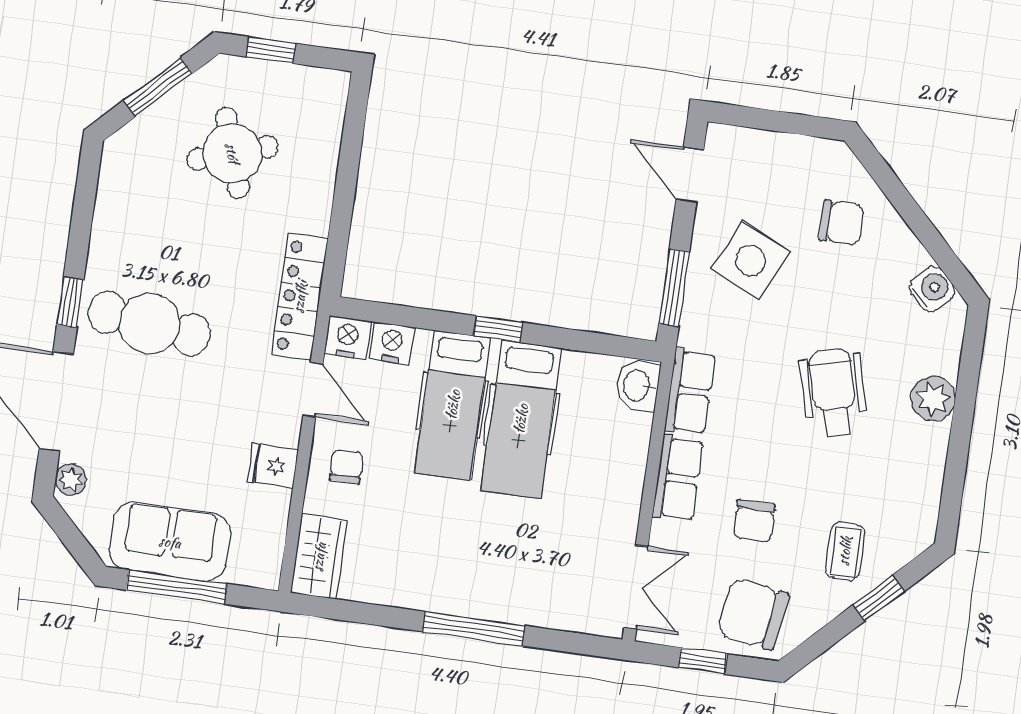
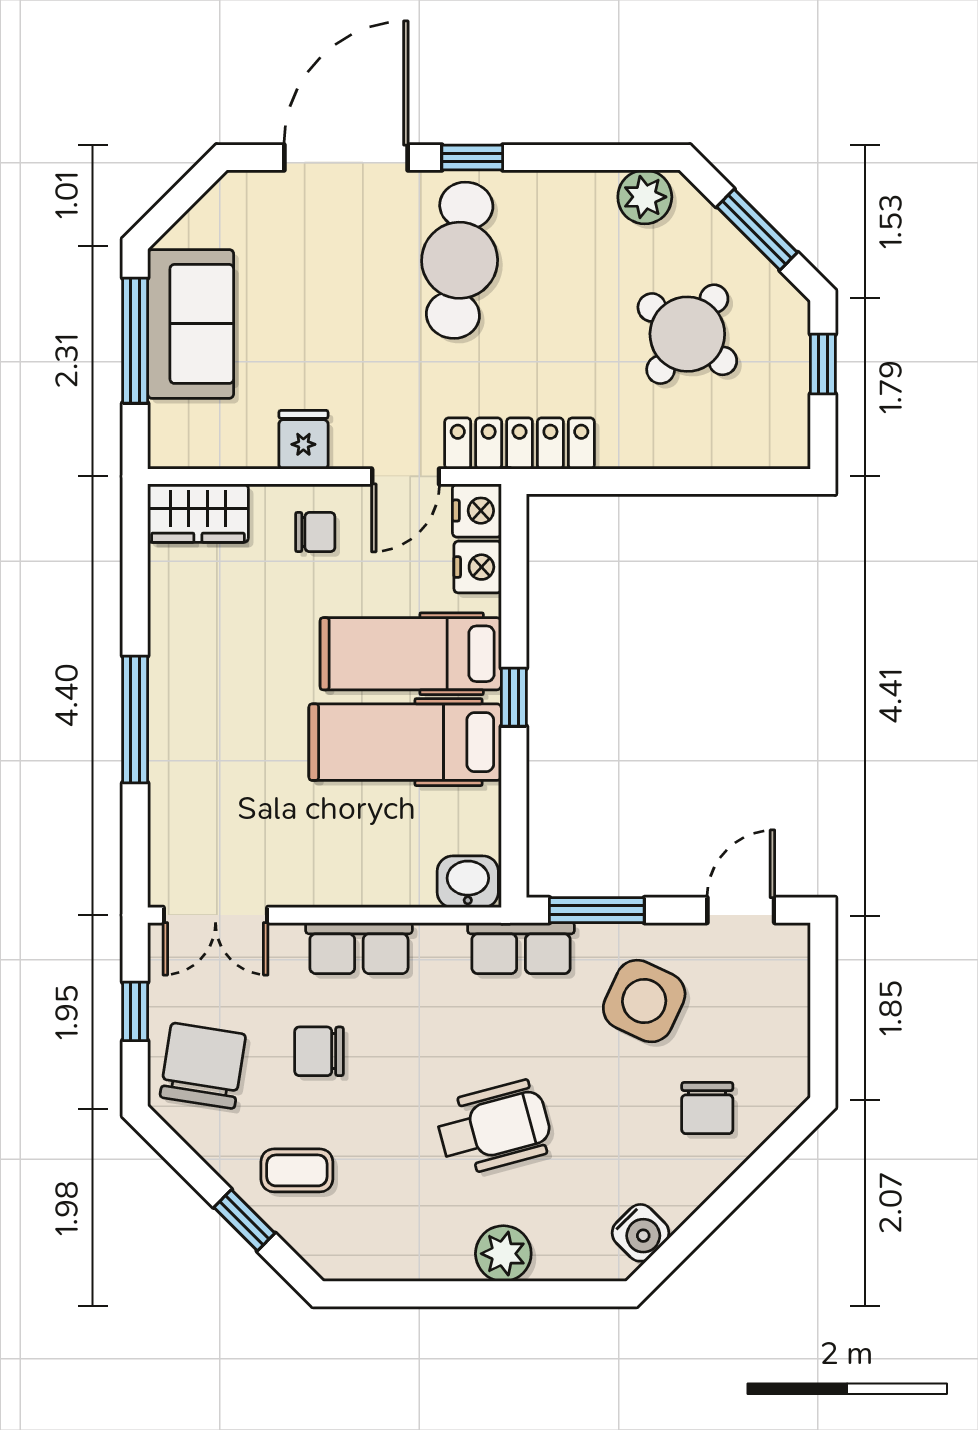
round table: (232, 153) -> (687, 334), turned -35
row of seats: (690, 391) -> (521, 948), moved
plant: (71, 480) -> (645, 197), moved, width x1.38, depth x1.38

